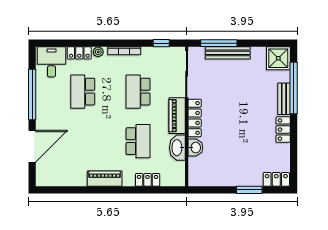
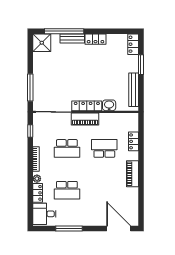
bench: (228, 53) -> (134, 90), moved
window: (32, 94) -> (69, 228), width x0.68
door: (32, 146) -> (119, 228), moved
washbasin: (177, 148) -> (109, 119), removed

